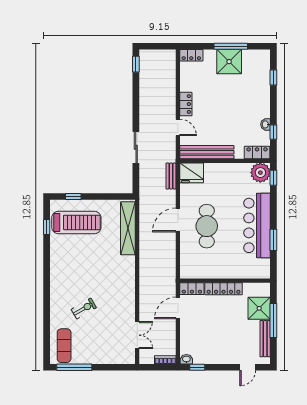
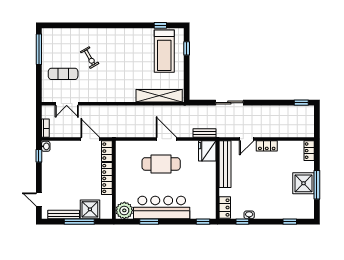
plant: (260, 173) -> (124, 210), moved
exercise mat: (64, 346) -> (63, 74), moved

